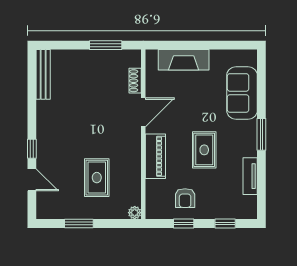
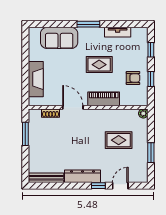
dresser: (45, 126) -> (83, 176), added

